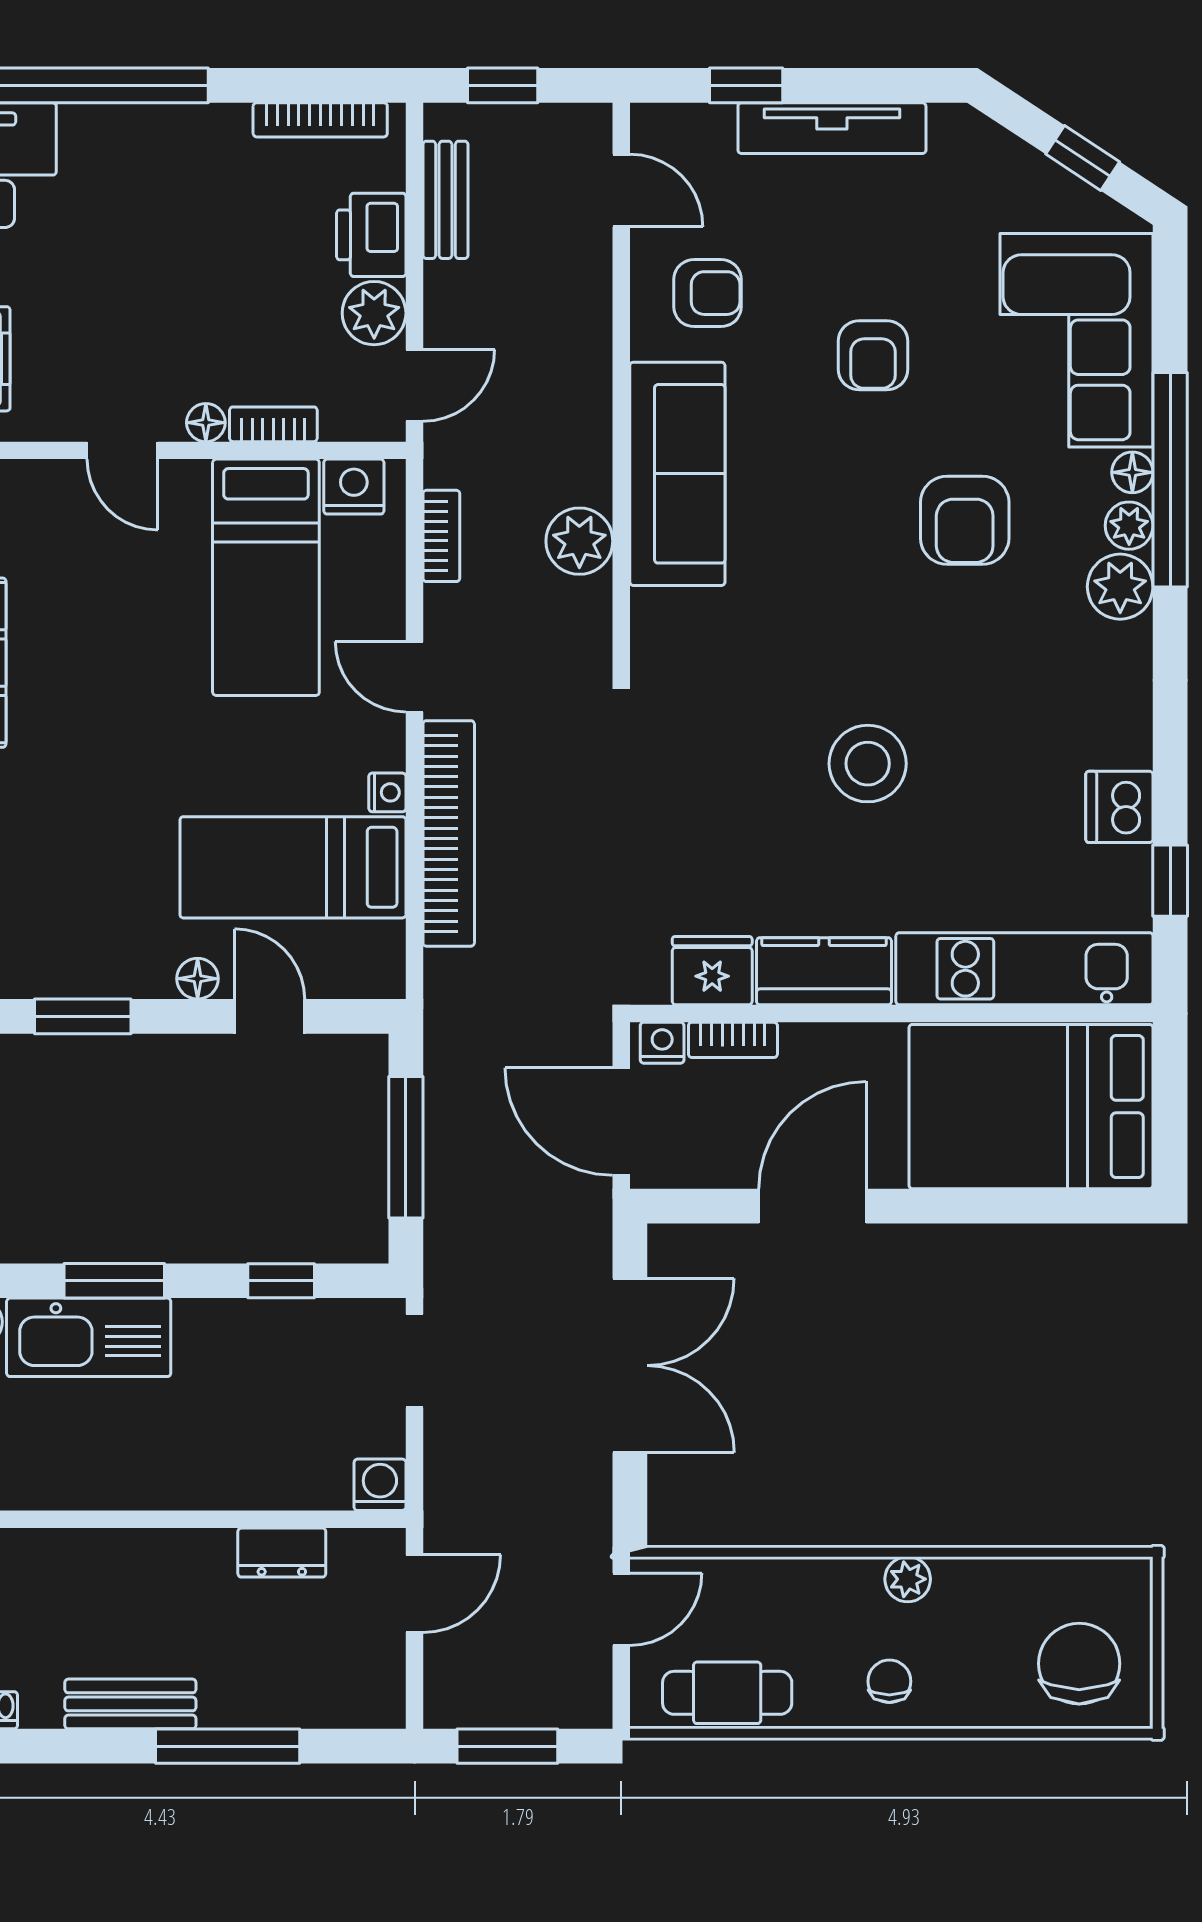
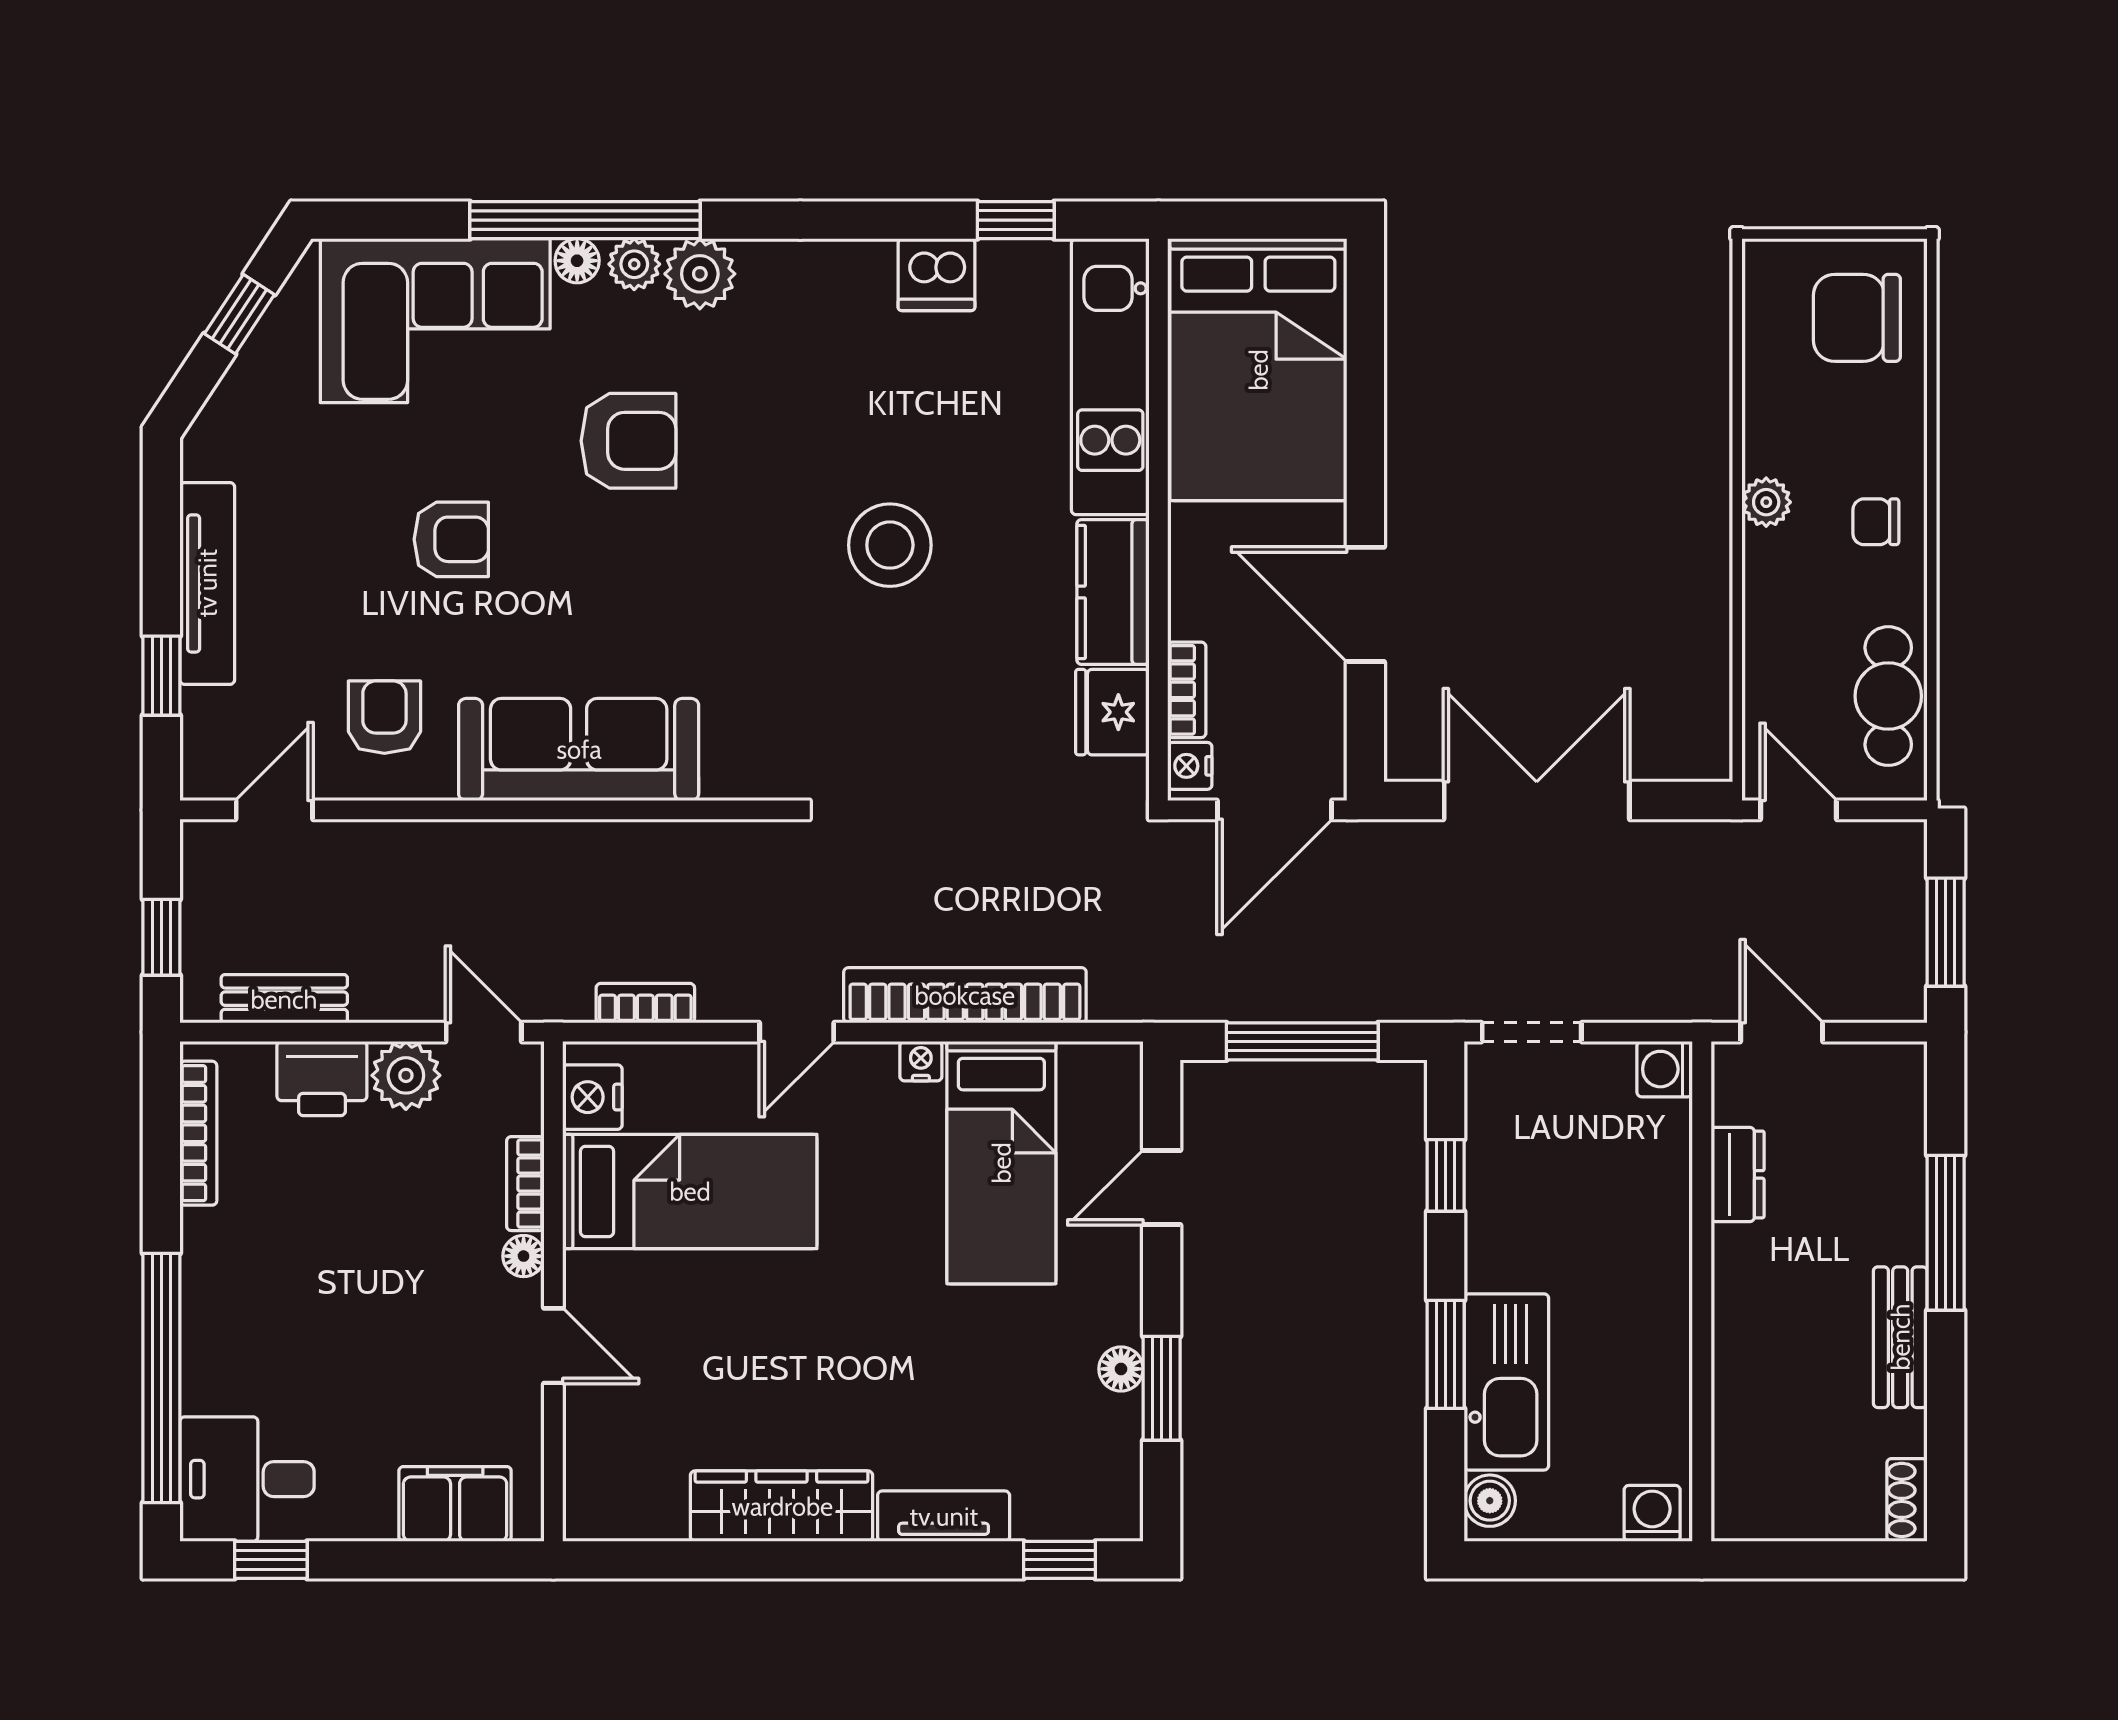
door: (122, 450) -> (553, 1346), hinge flipped
plant: (579, 541) -> (651, 855), removed
floor lamp: (198, 979) -> (1121, 1369), moved

